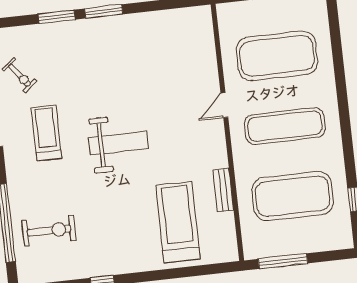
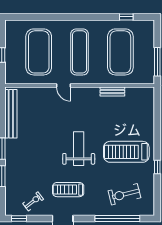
bench: (165, 20) -> (11, 114), added
treadmill: (178, 222) -> (126, 152), moved
exercise bike: (49, 231) -> (124, 194), turned -104

